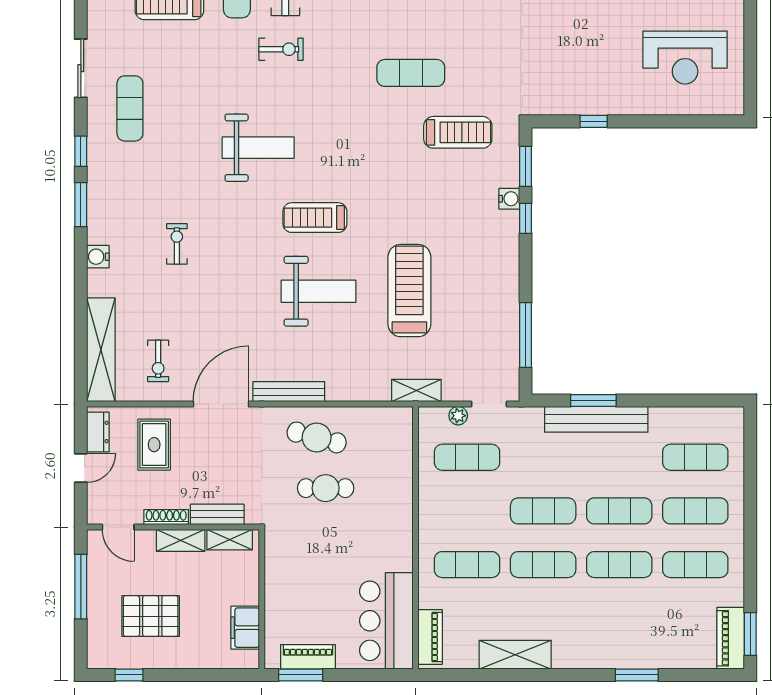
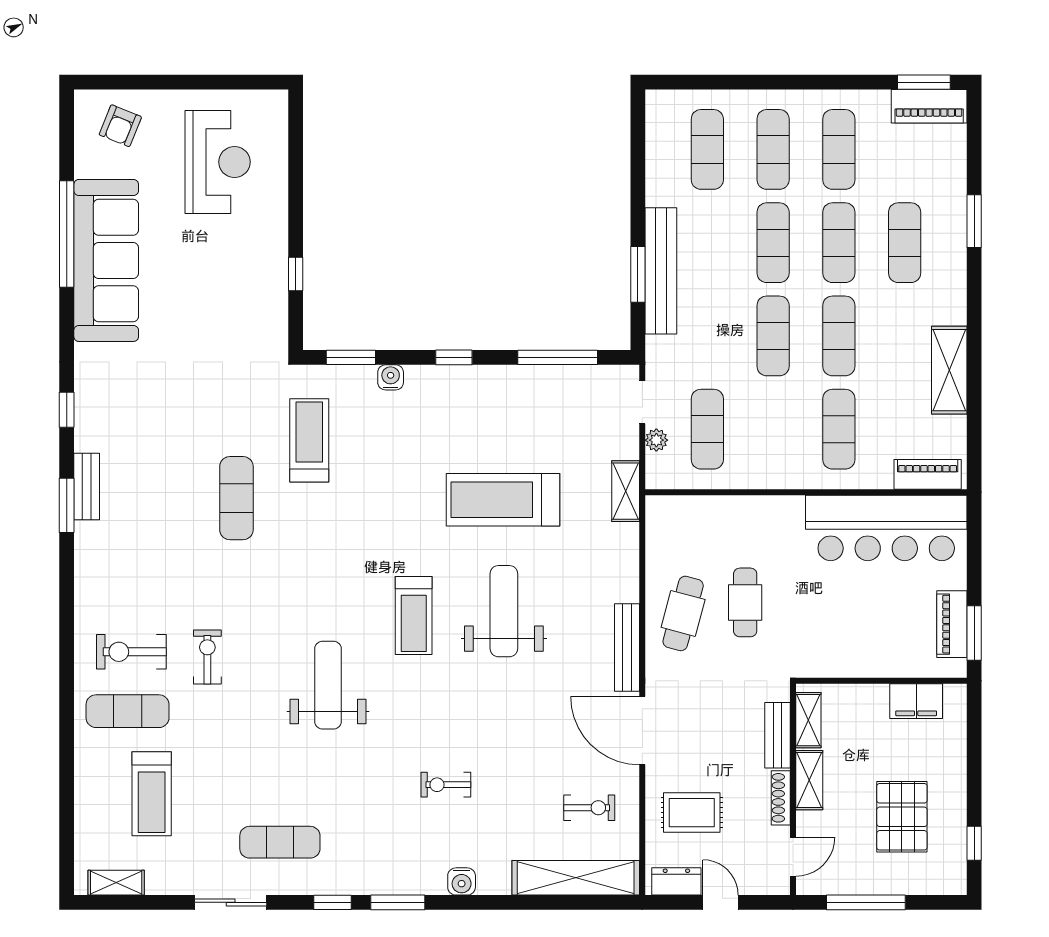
window: (526, 218) -> (454, 357), moved
exercise mat: (619, 618) -> (905, 243), added
bar counter: (386, 621) -> (886, 528), width x1.36

